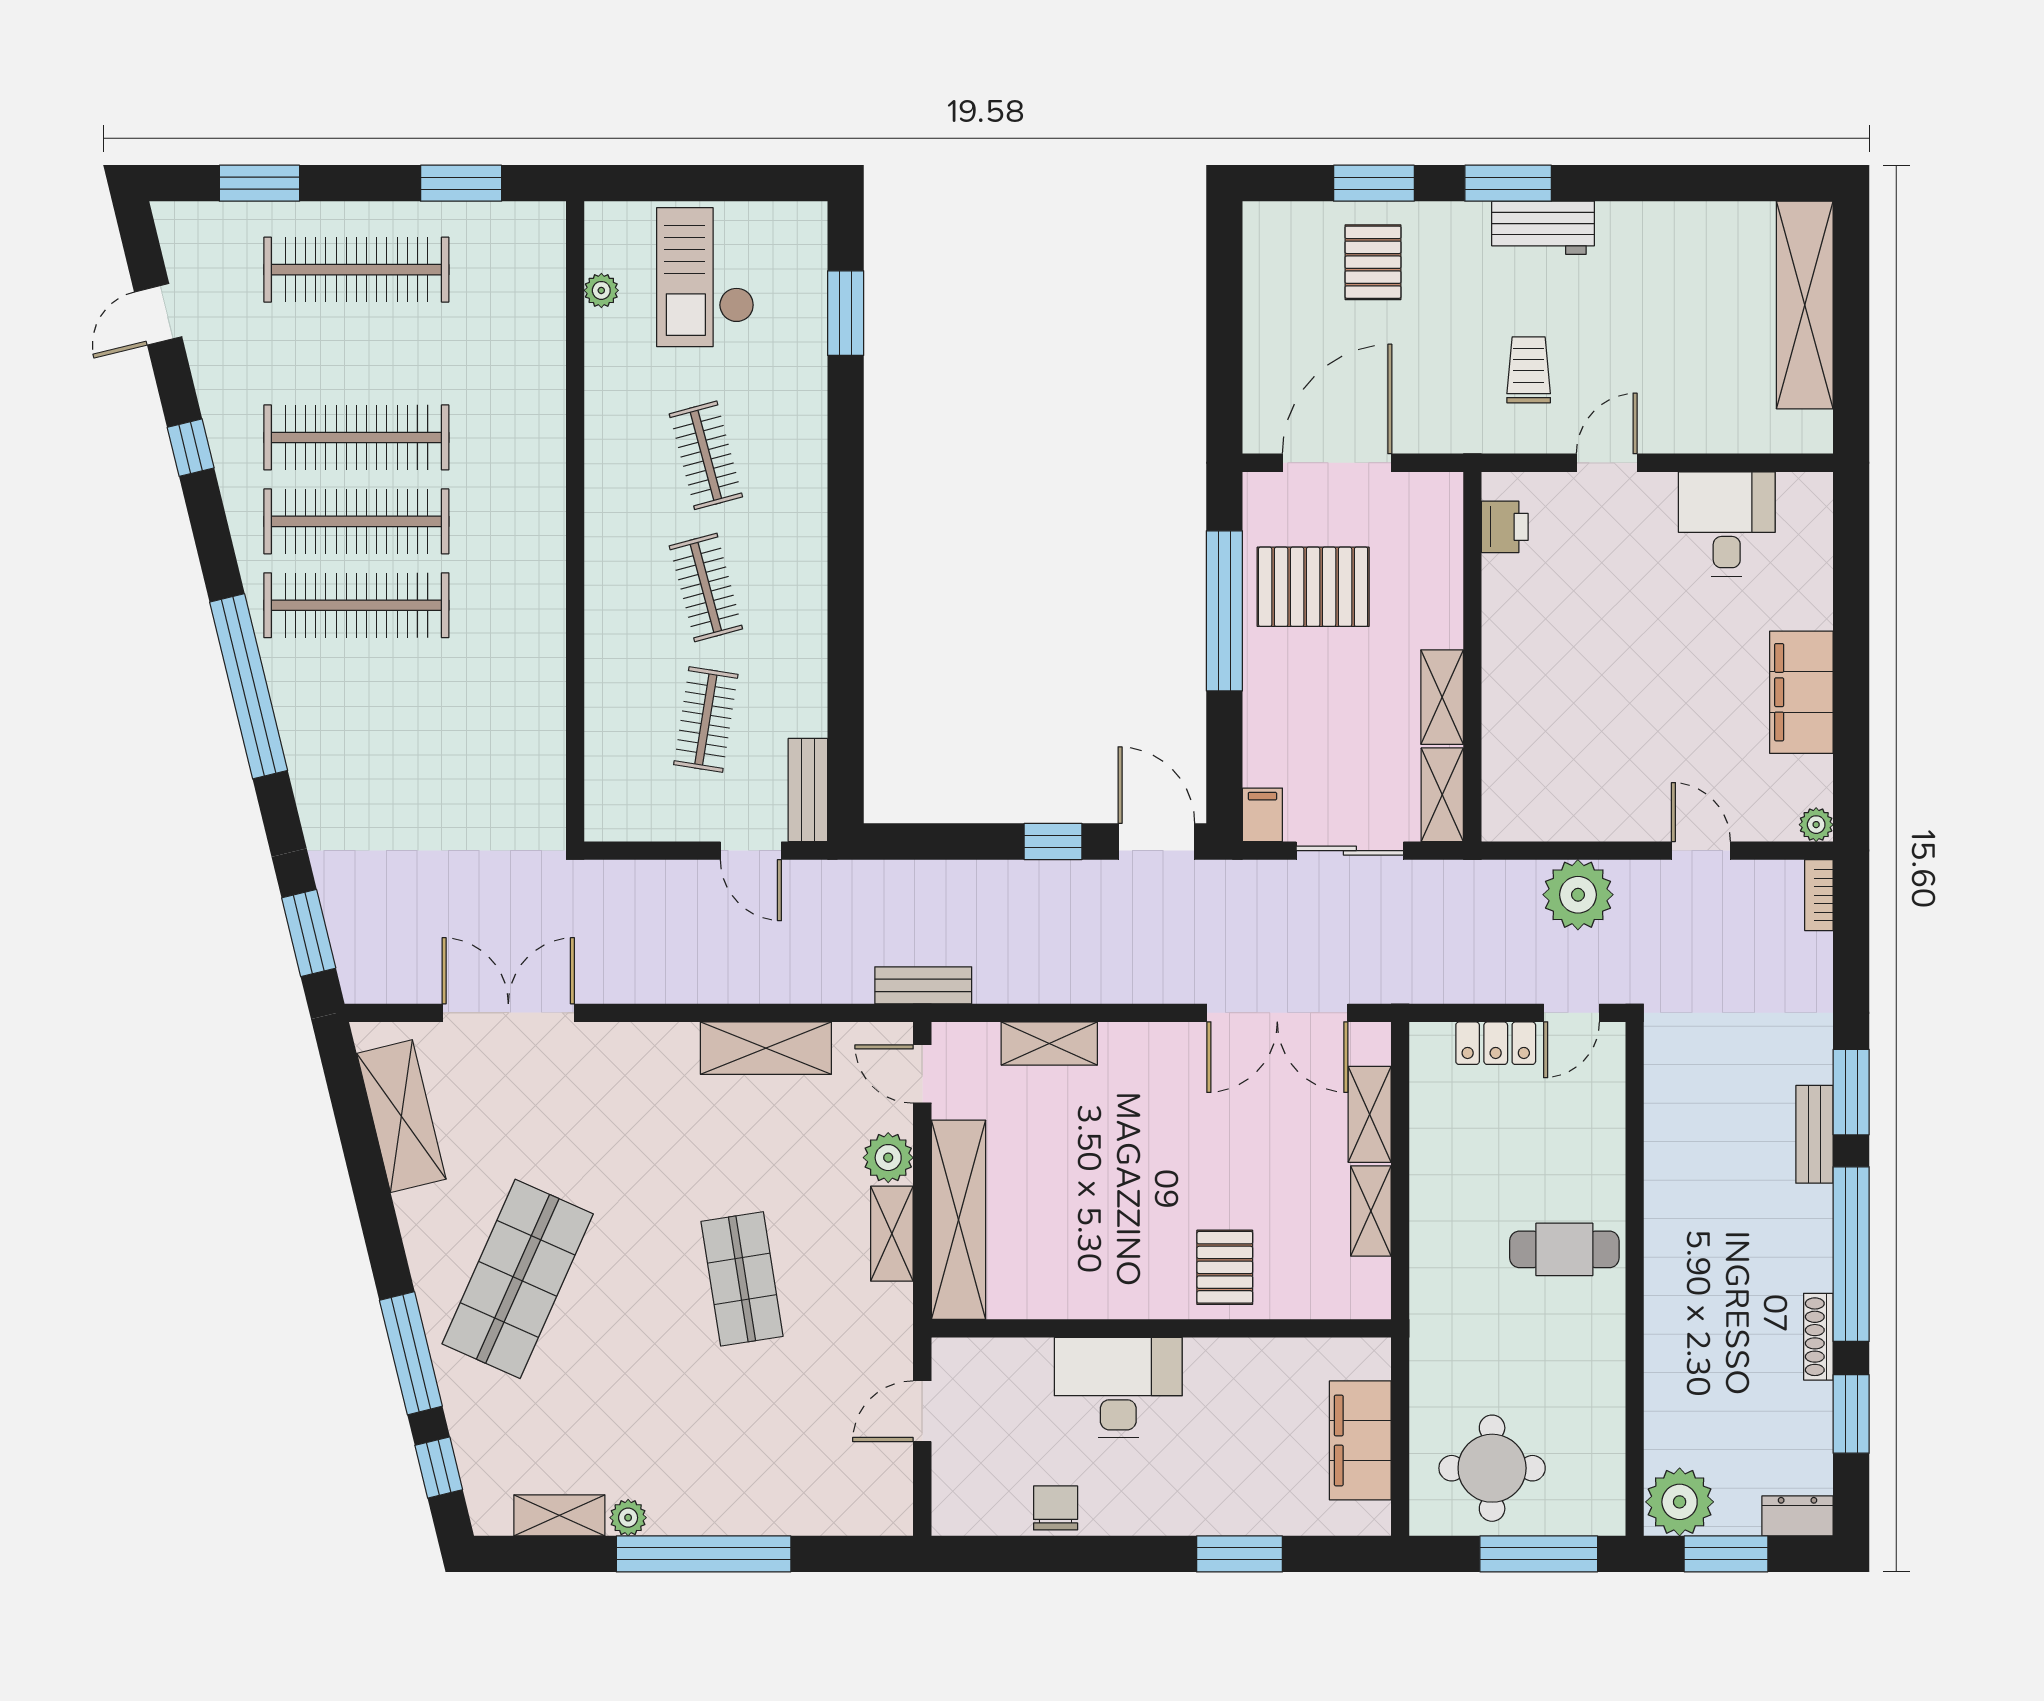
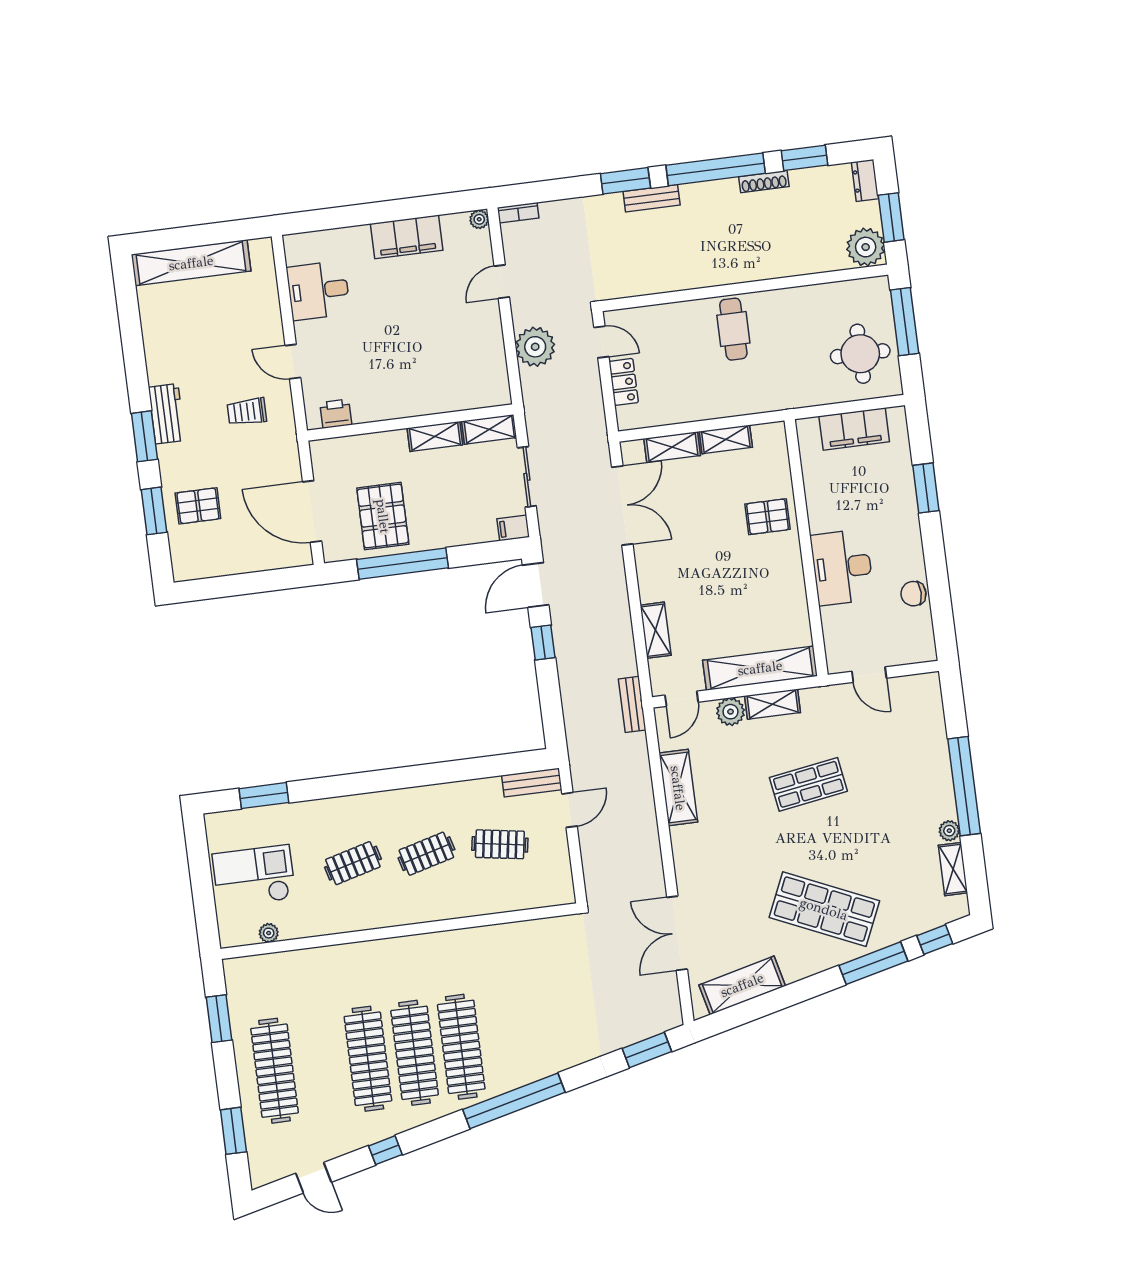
checkout: (705, 277) -> (254, 876), turned 180

